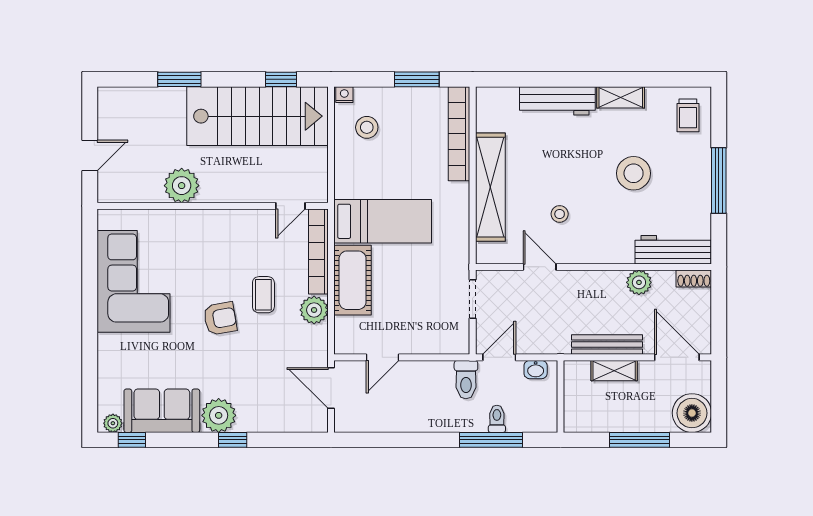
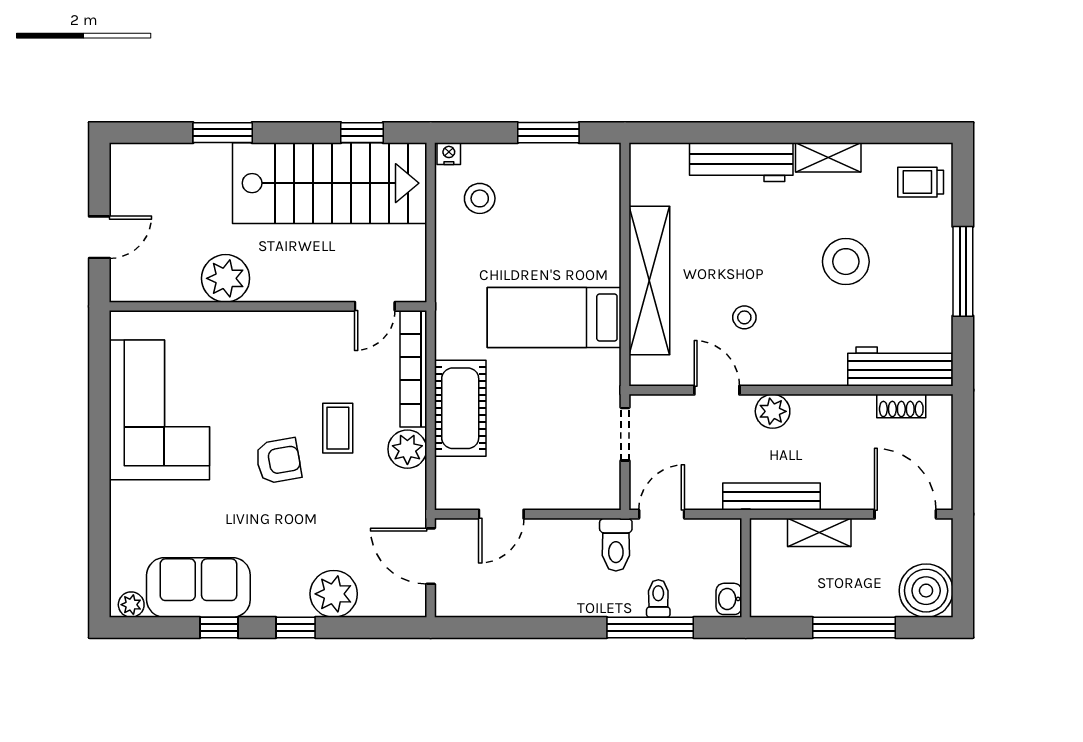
trolley: (688, 115) -> (921, 182), turned 90
bookcase: (459, 134) -> (606, 207), removed
bed: (383, 221) -> (554, 317), moved, turned 180
shoe rack: (694, 279) -> (901, 406), moved
plant: (639, 282) -> (773, 411), moved
bench: (607, 344) -> (771, 497), moved
washbasin: (536, 370) -> (729, 599), moved, turned 90
plant: (219, 415) -> (334, 594), moved
window: (132, 440) -> (219, 627), moved

